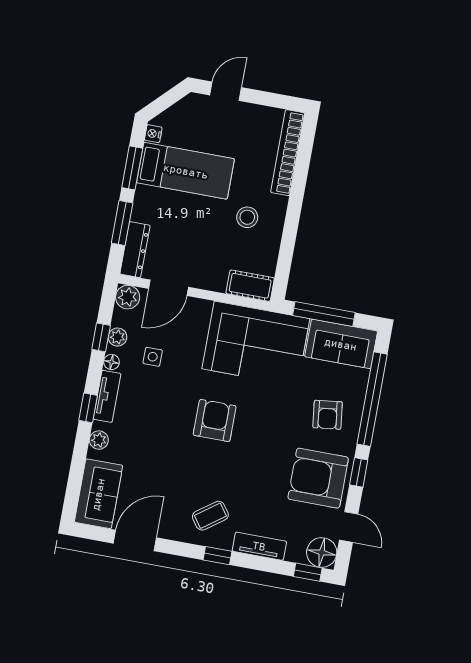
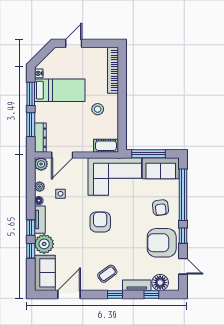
window: (101, 337) -> (31, 251), moved
plant: (99, 440) -> (44, 244), width x1.87, depth x1.87
floor lamp: (322, 552) -> (160, 283), moved
window: (308, 572) -> (151, 295), moved

